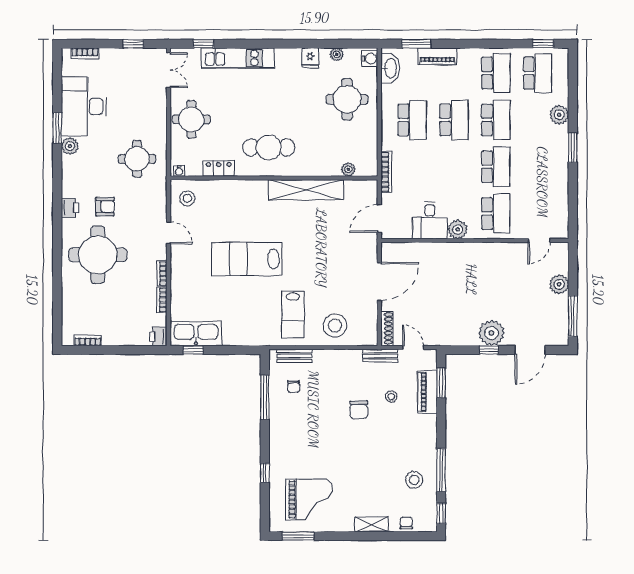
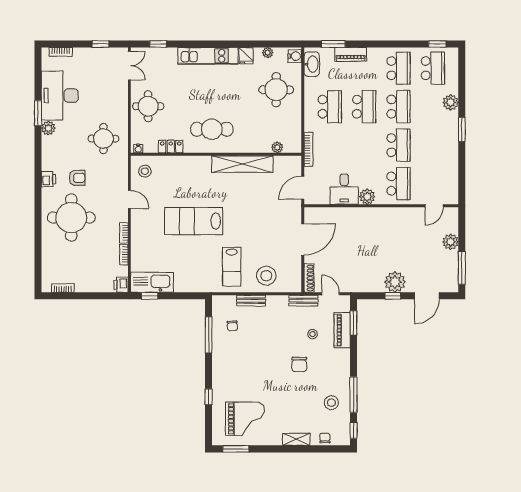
kitchen unit: (238, 58) -> (208, 56), moved
bench: (294, 356) -> (251, 301), moved
chair: (359, 410) -> (299, 364), moved

